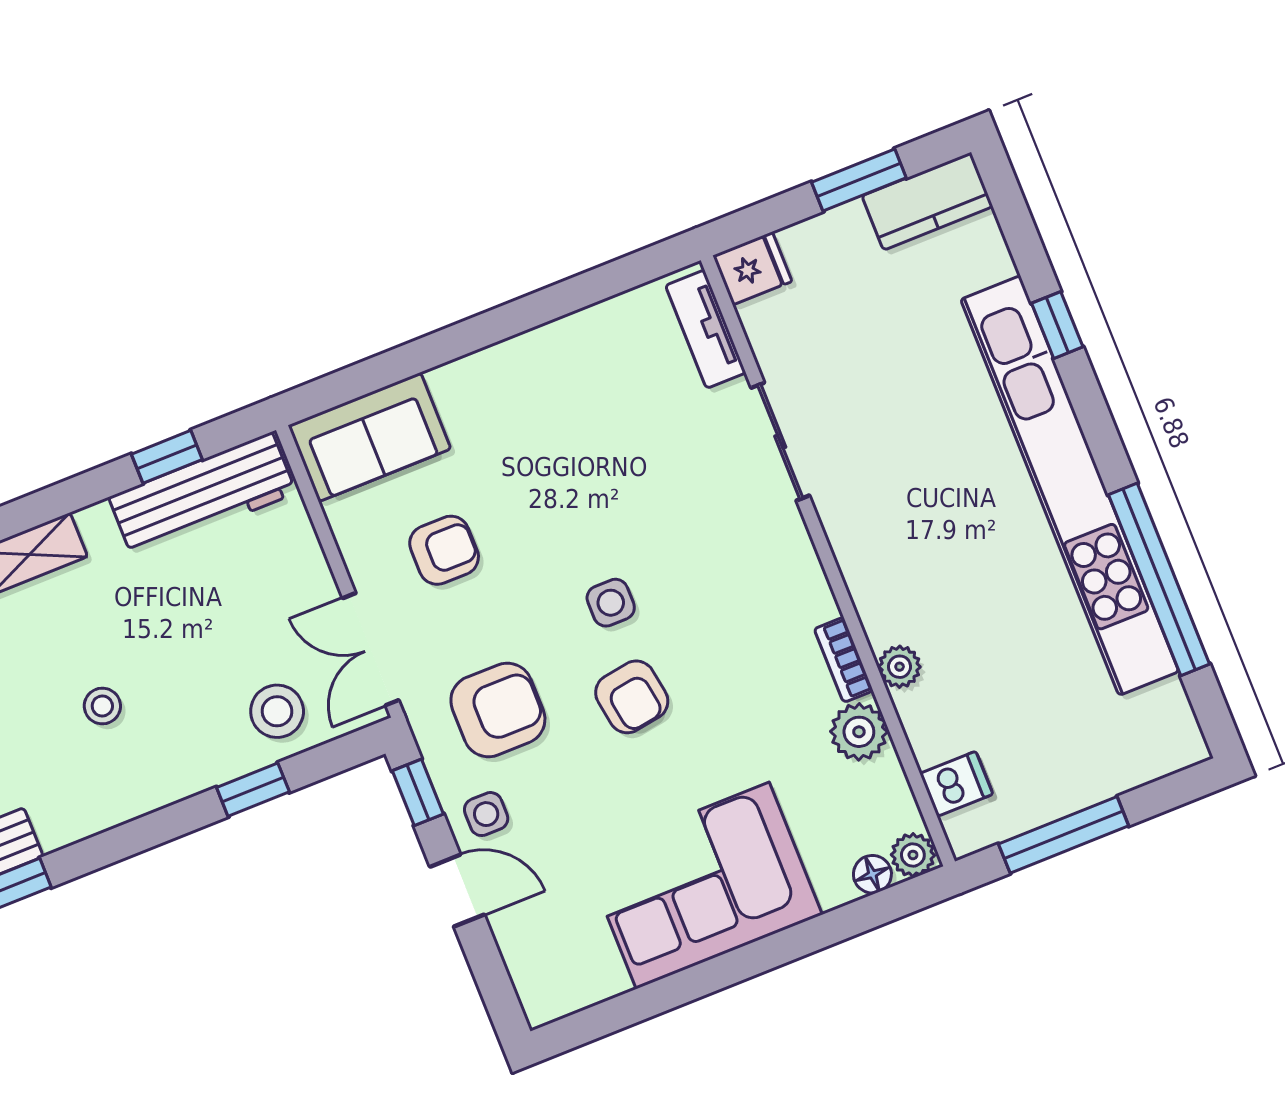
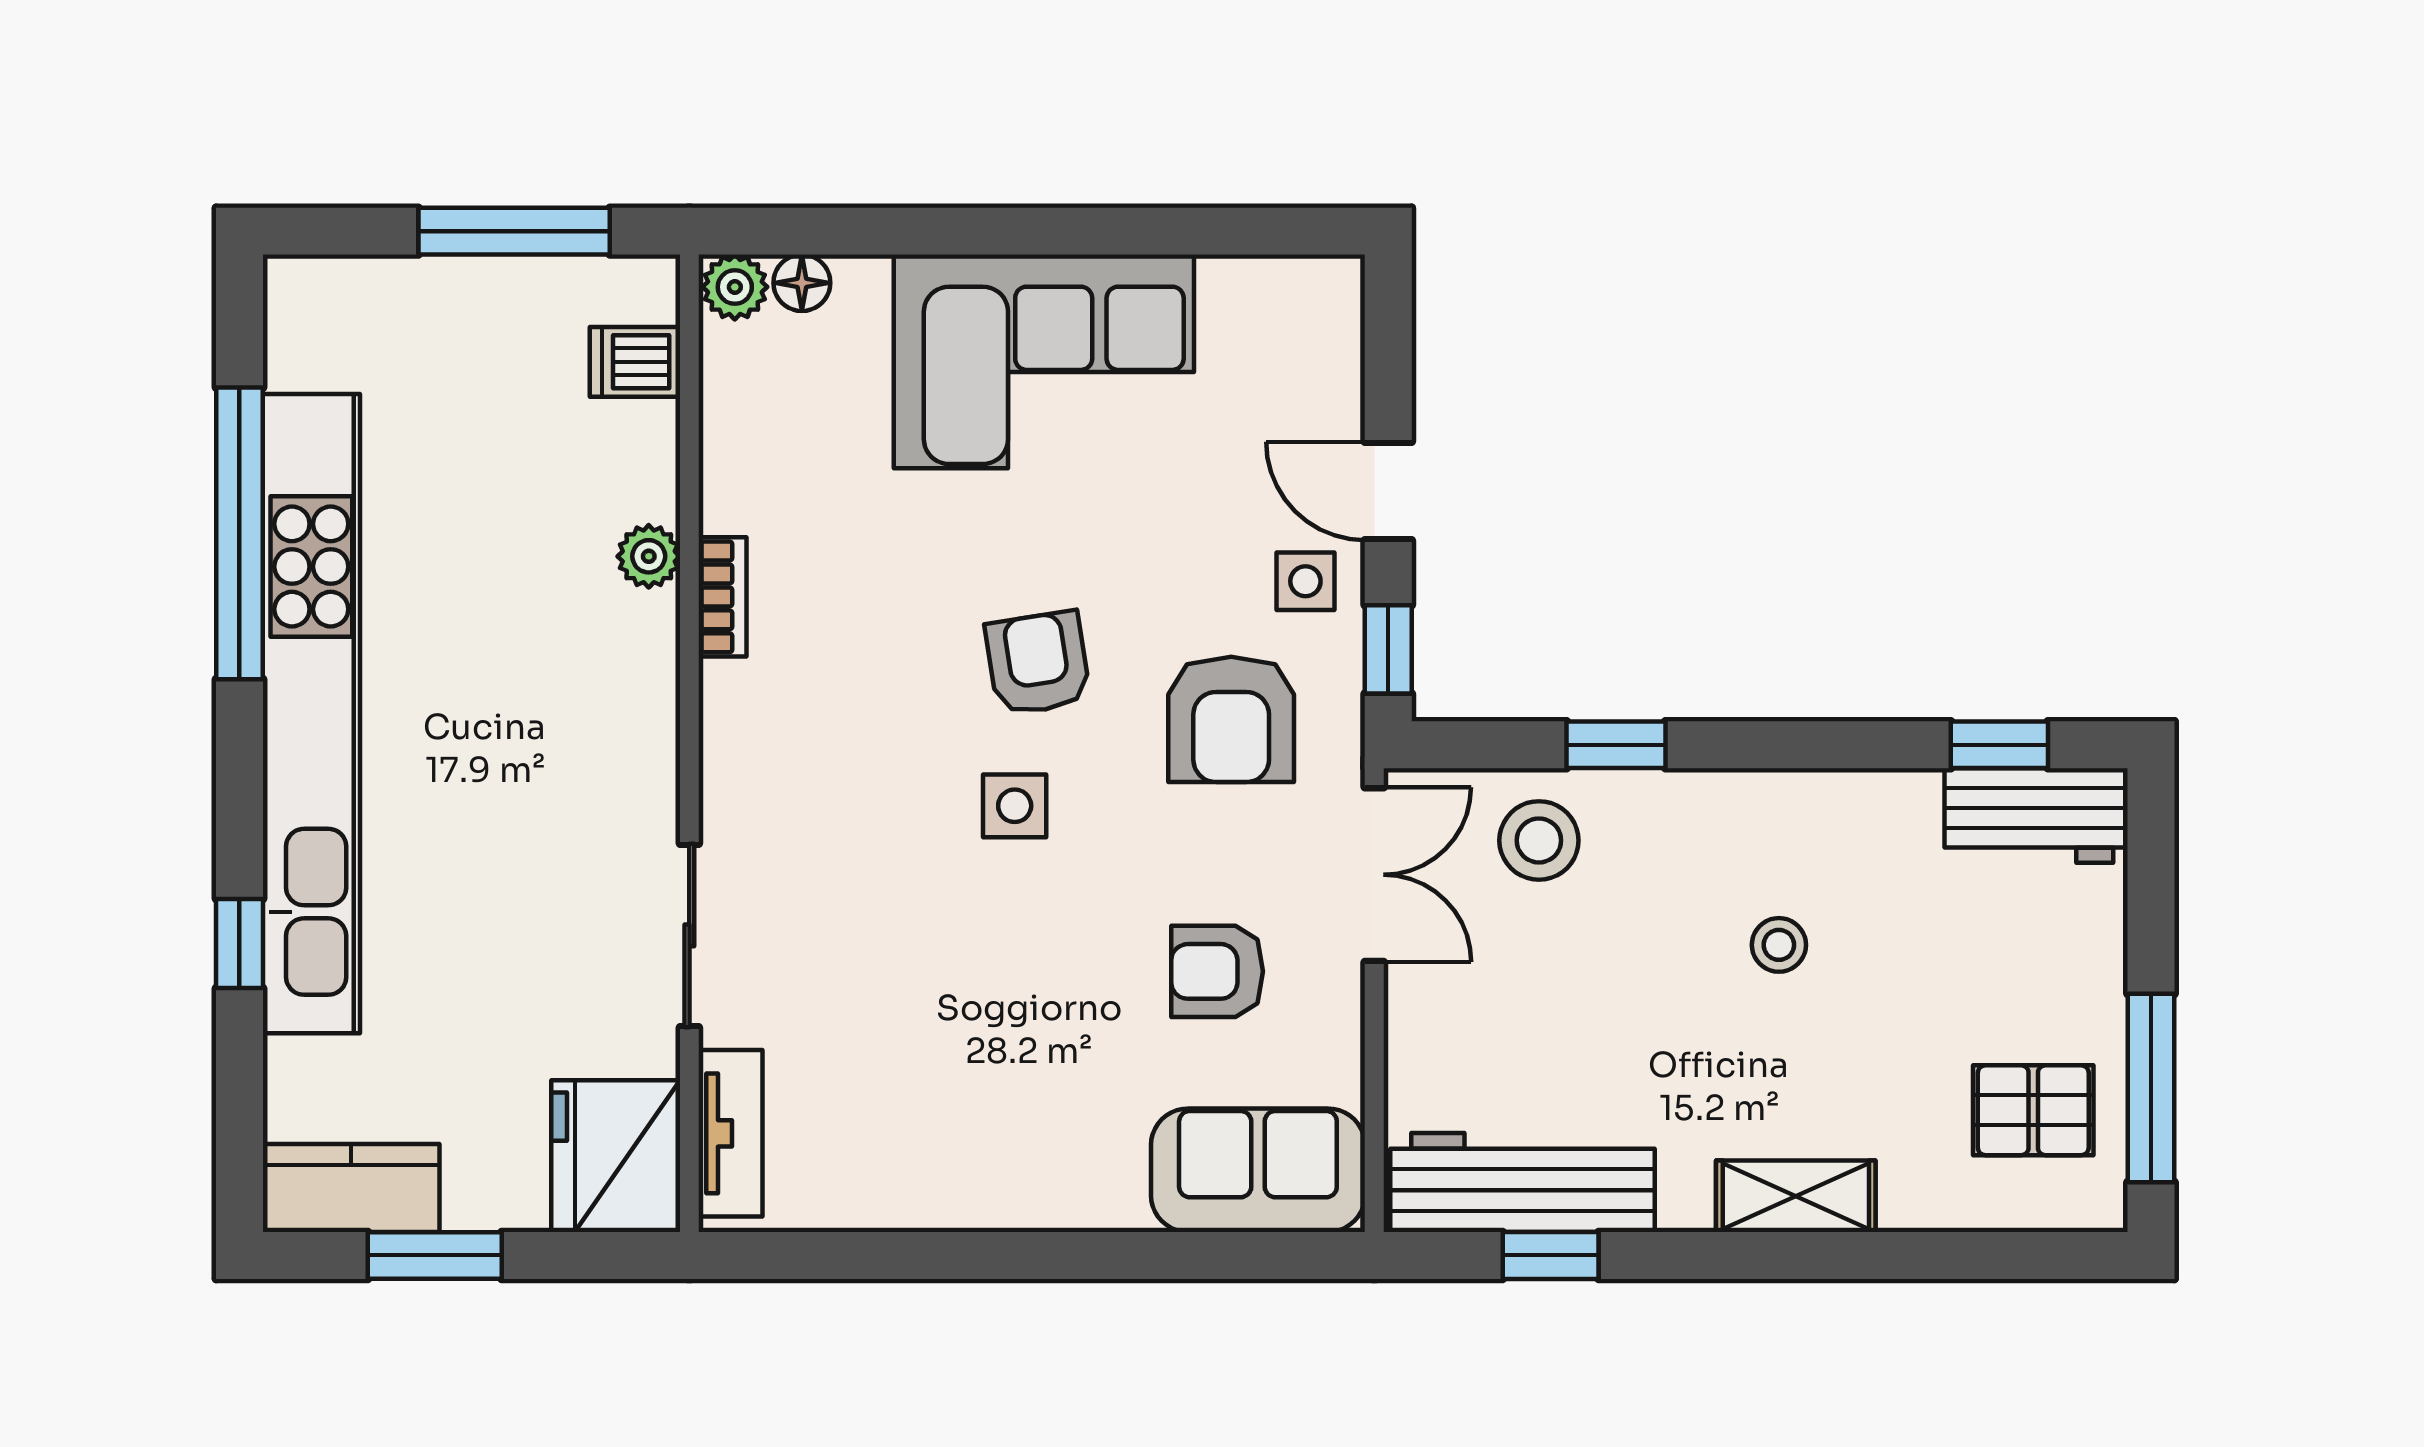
fridge: (752, 268) -> (616, 1156), width x1.88, depth x1.34
armchair: (498, 710) -> (1231, 719), turned -90
plant: (859, 732) -> (741, 488), removed

